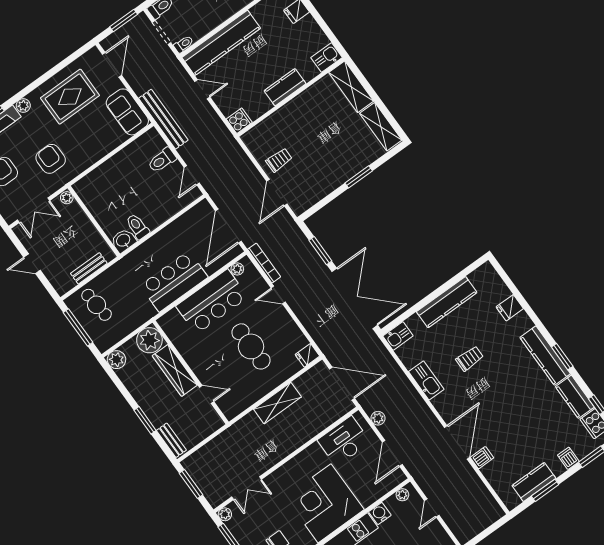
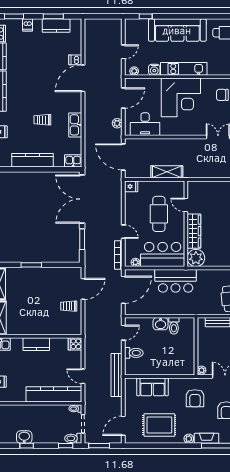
sofa: (127, 112) -> (152, 387), moved, turned 90
washbasin: (123, 241) -> (161, 324), moved
plant: (149, 340) -> (196, 258), moved
wardrobe: (175, 370) -> (194, 231), moved
wall: (191, 372) -> (186, 224), moved
door: (207, 394) -> (186, 205), moved

